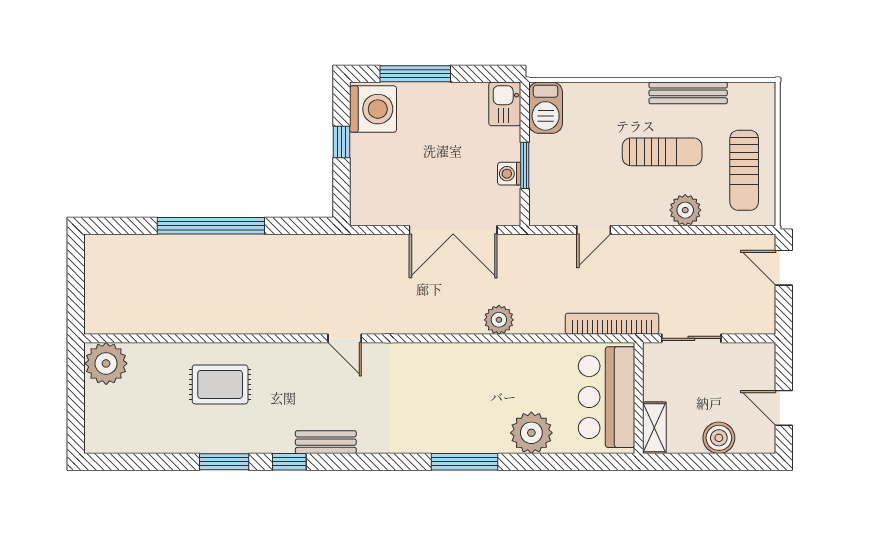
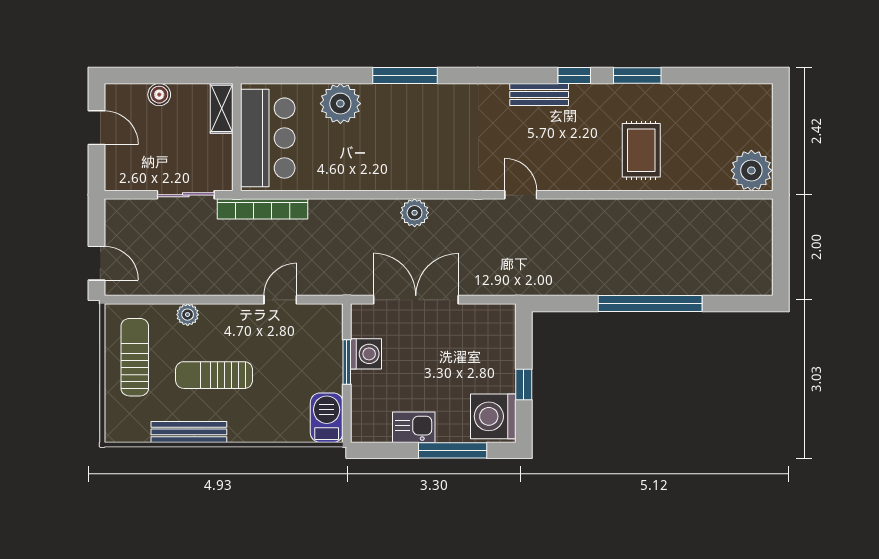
kitchen sink: (505, 104) -> (414, 427), moved, turned -90
washing machine: (509, 174) -> (366, 354), width x1.38, depth x1.38
plant: (685, 210) -> (188, 315), width x0.73, depth x0.73
plant: (499, 320) -> (415, 213), moved
rug: (220, 384) -> (641, 150), turned 90
boiler: (719, 438) -> (159, 95), width x0.73, depth x0.73

